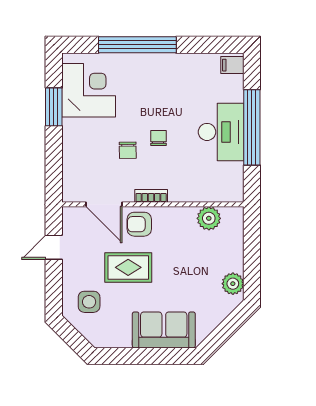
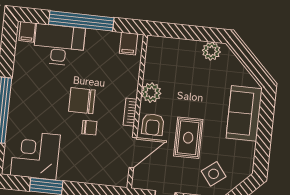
desk: (221, 132) -> (59, 45), moved
chair: (158, 138) -> (82, 101), width x1.87, depth x1.87
filing cabinet: (231, 186) -> (129, 44), added
plant: (209, 218) -> (151, 93), moved
side table: (89, 302) -> (214, 174), turned -38

